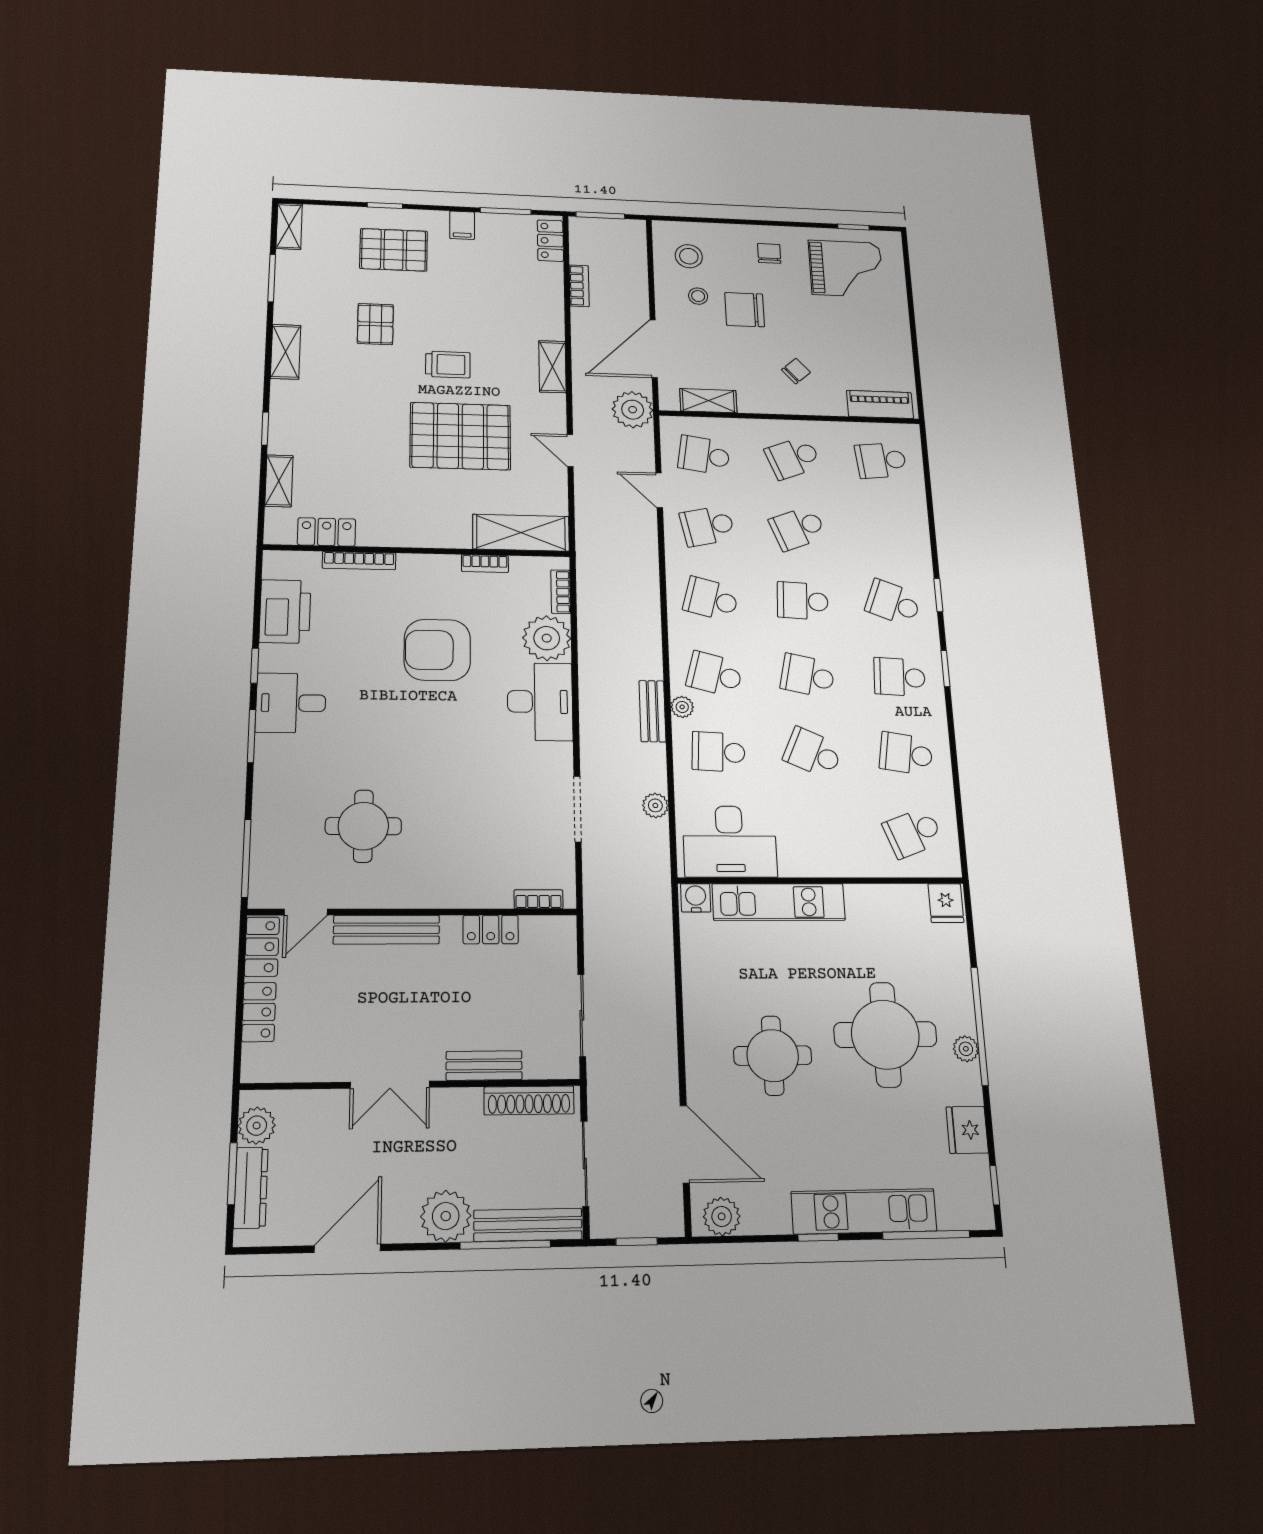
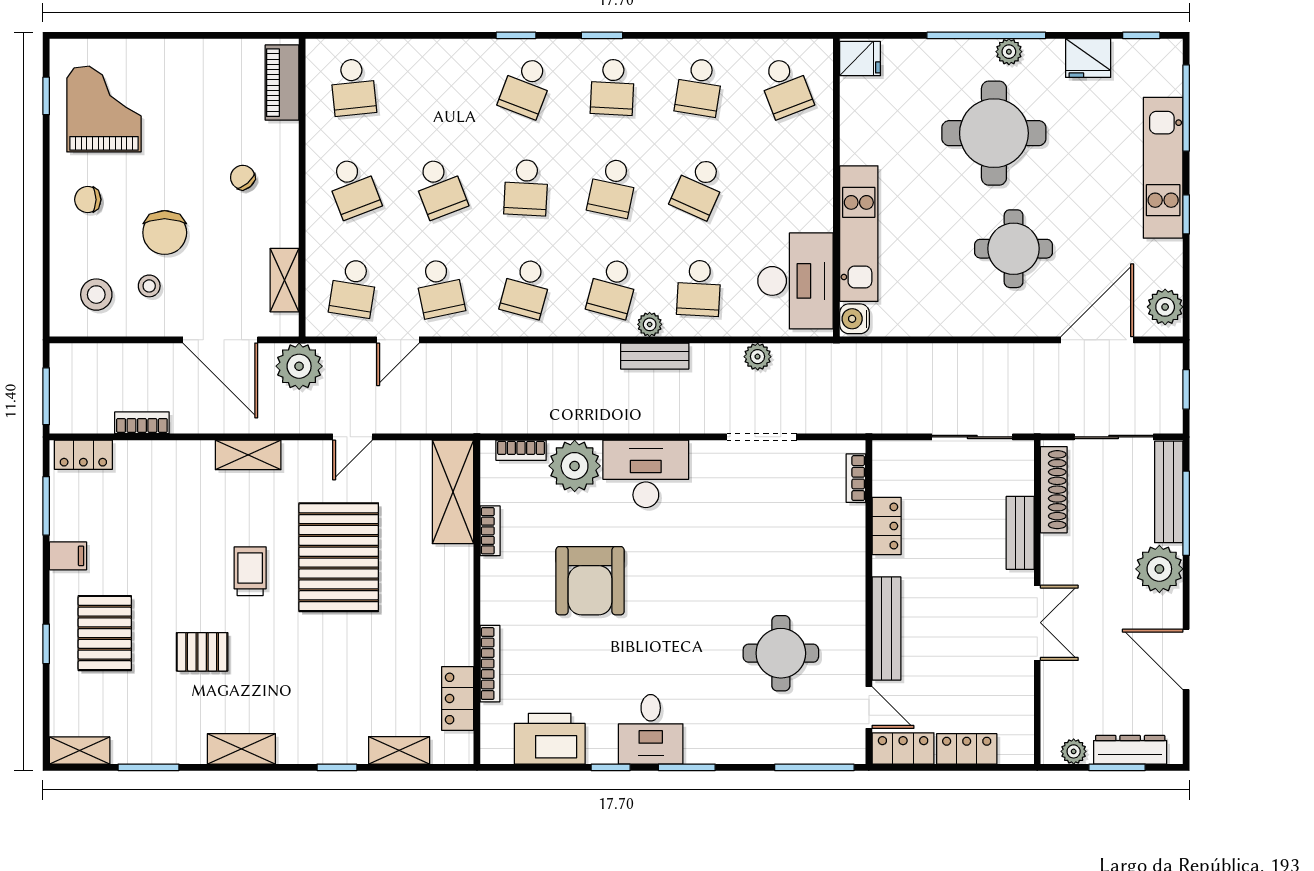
plant: (257, 1126) -> (1074, 751), width x0.73, depth x0.73

